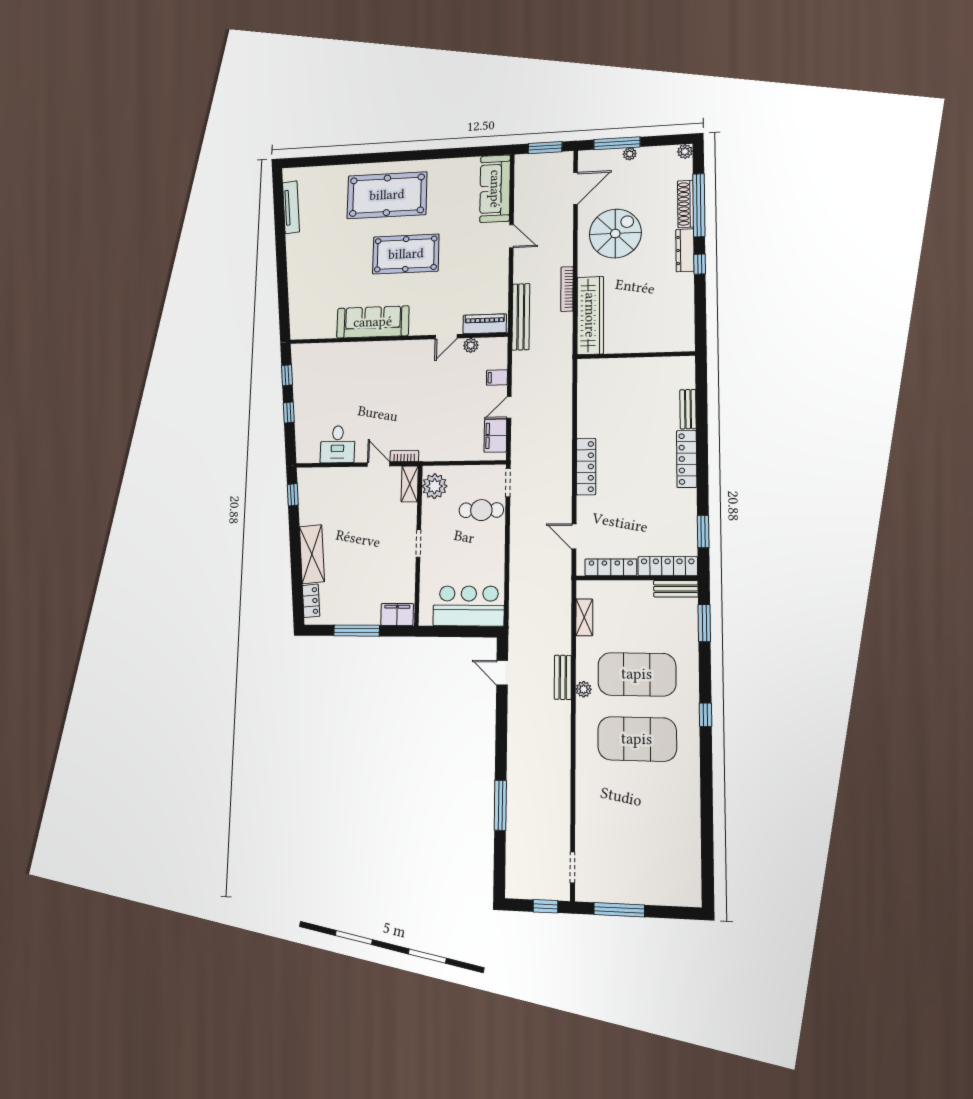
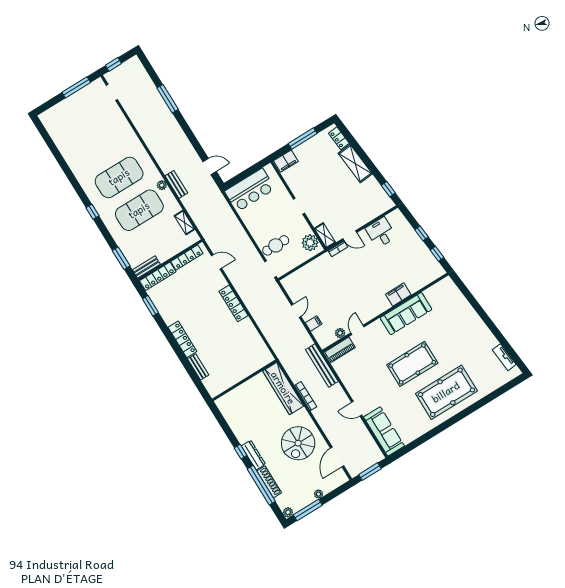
window: (617, 143) -> (308, 510), moved
tv unit: (291, 207) -> (504, 357), width x0.71
filing cabinet: (495, 436) -> (398, 295), moved, turned -90

